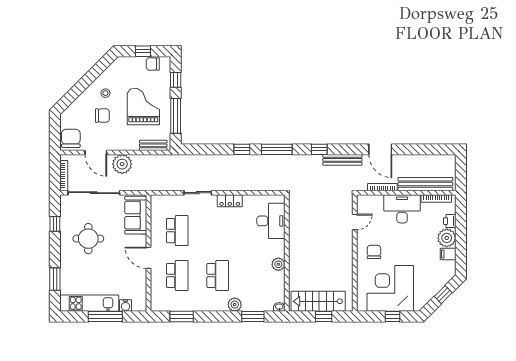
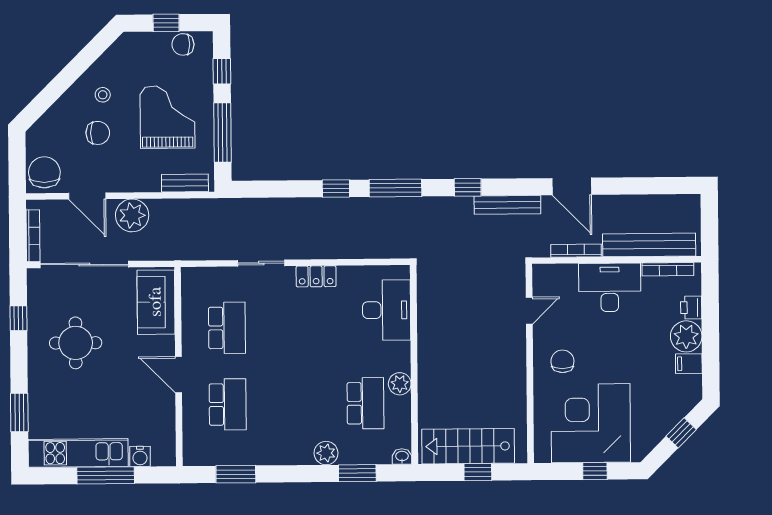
school desk: (218, 276) -> (365, 403), moved

